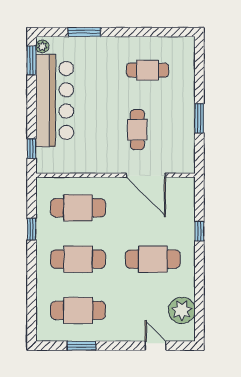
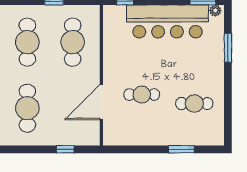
cafe table: (148, 70) -> (194, 104), turned 90
window: (199, 118) -> (181, 149), moved
window: (199, 231) -> (65, 149), moved

